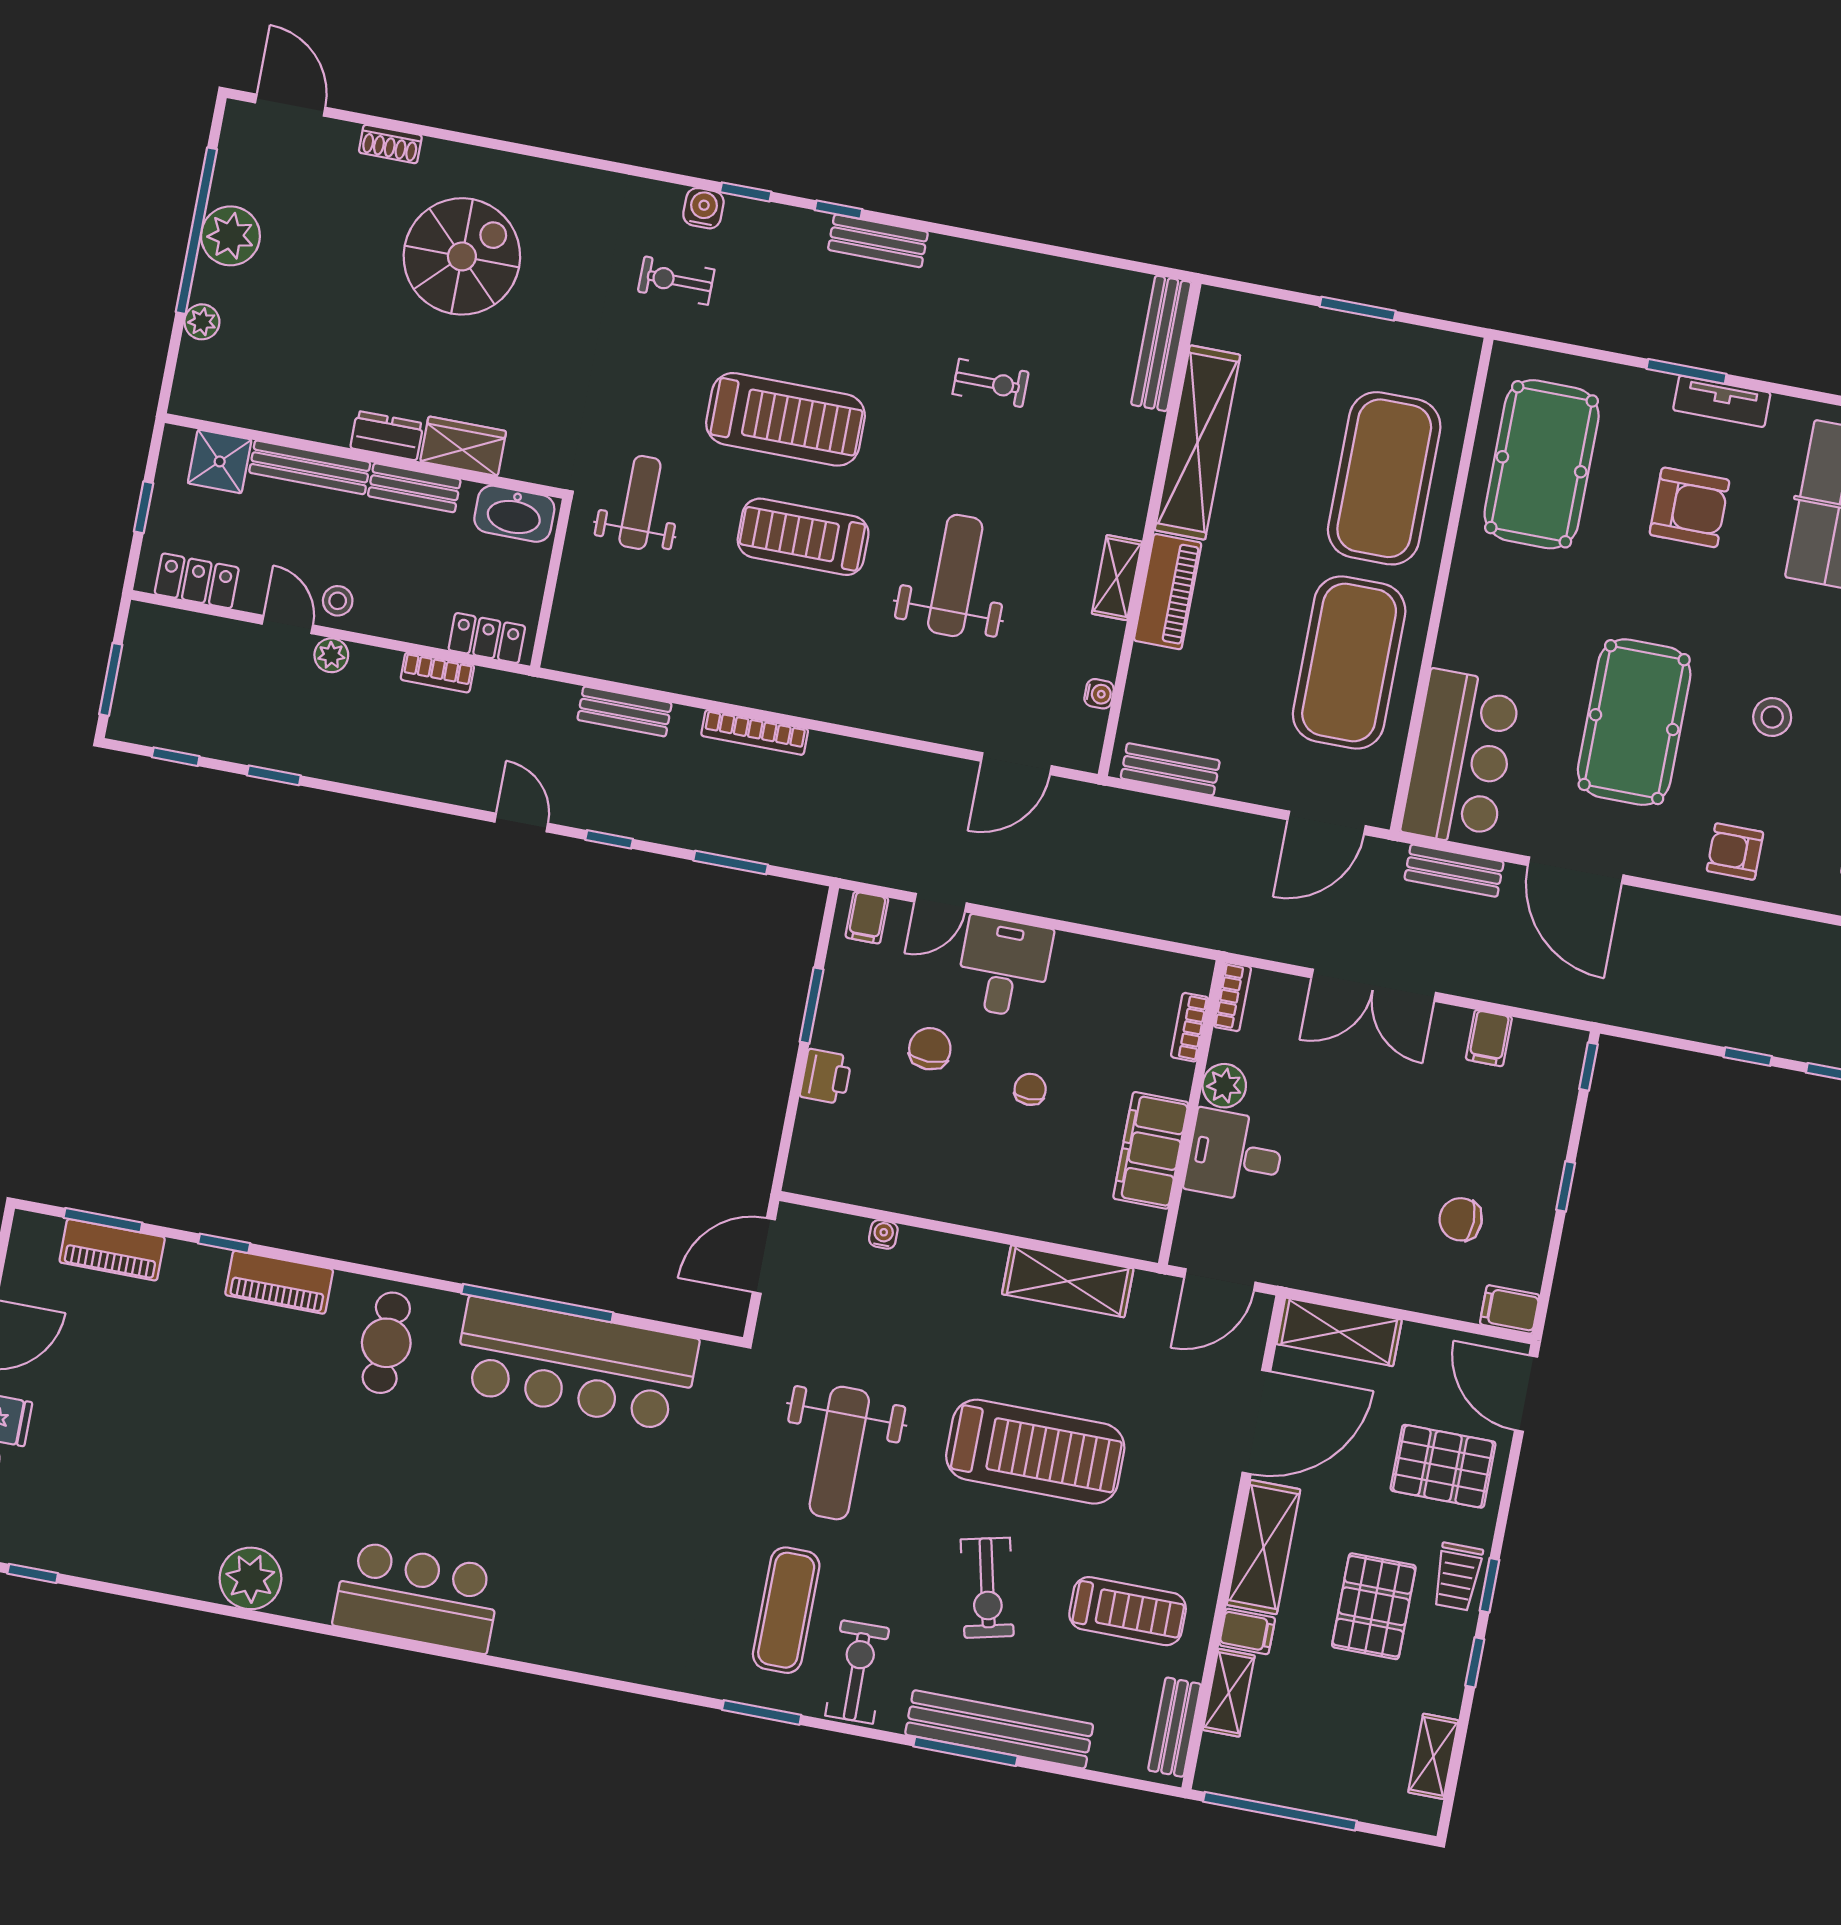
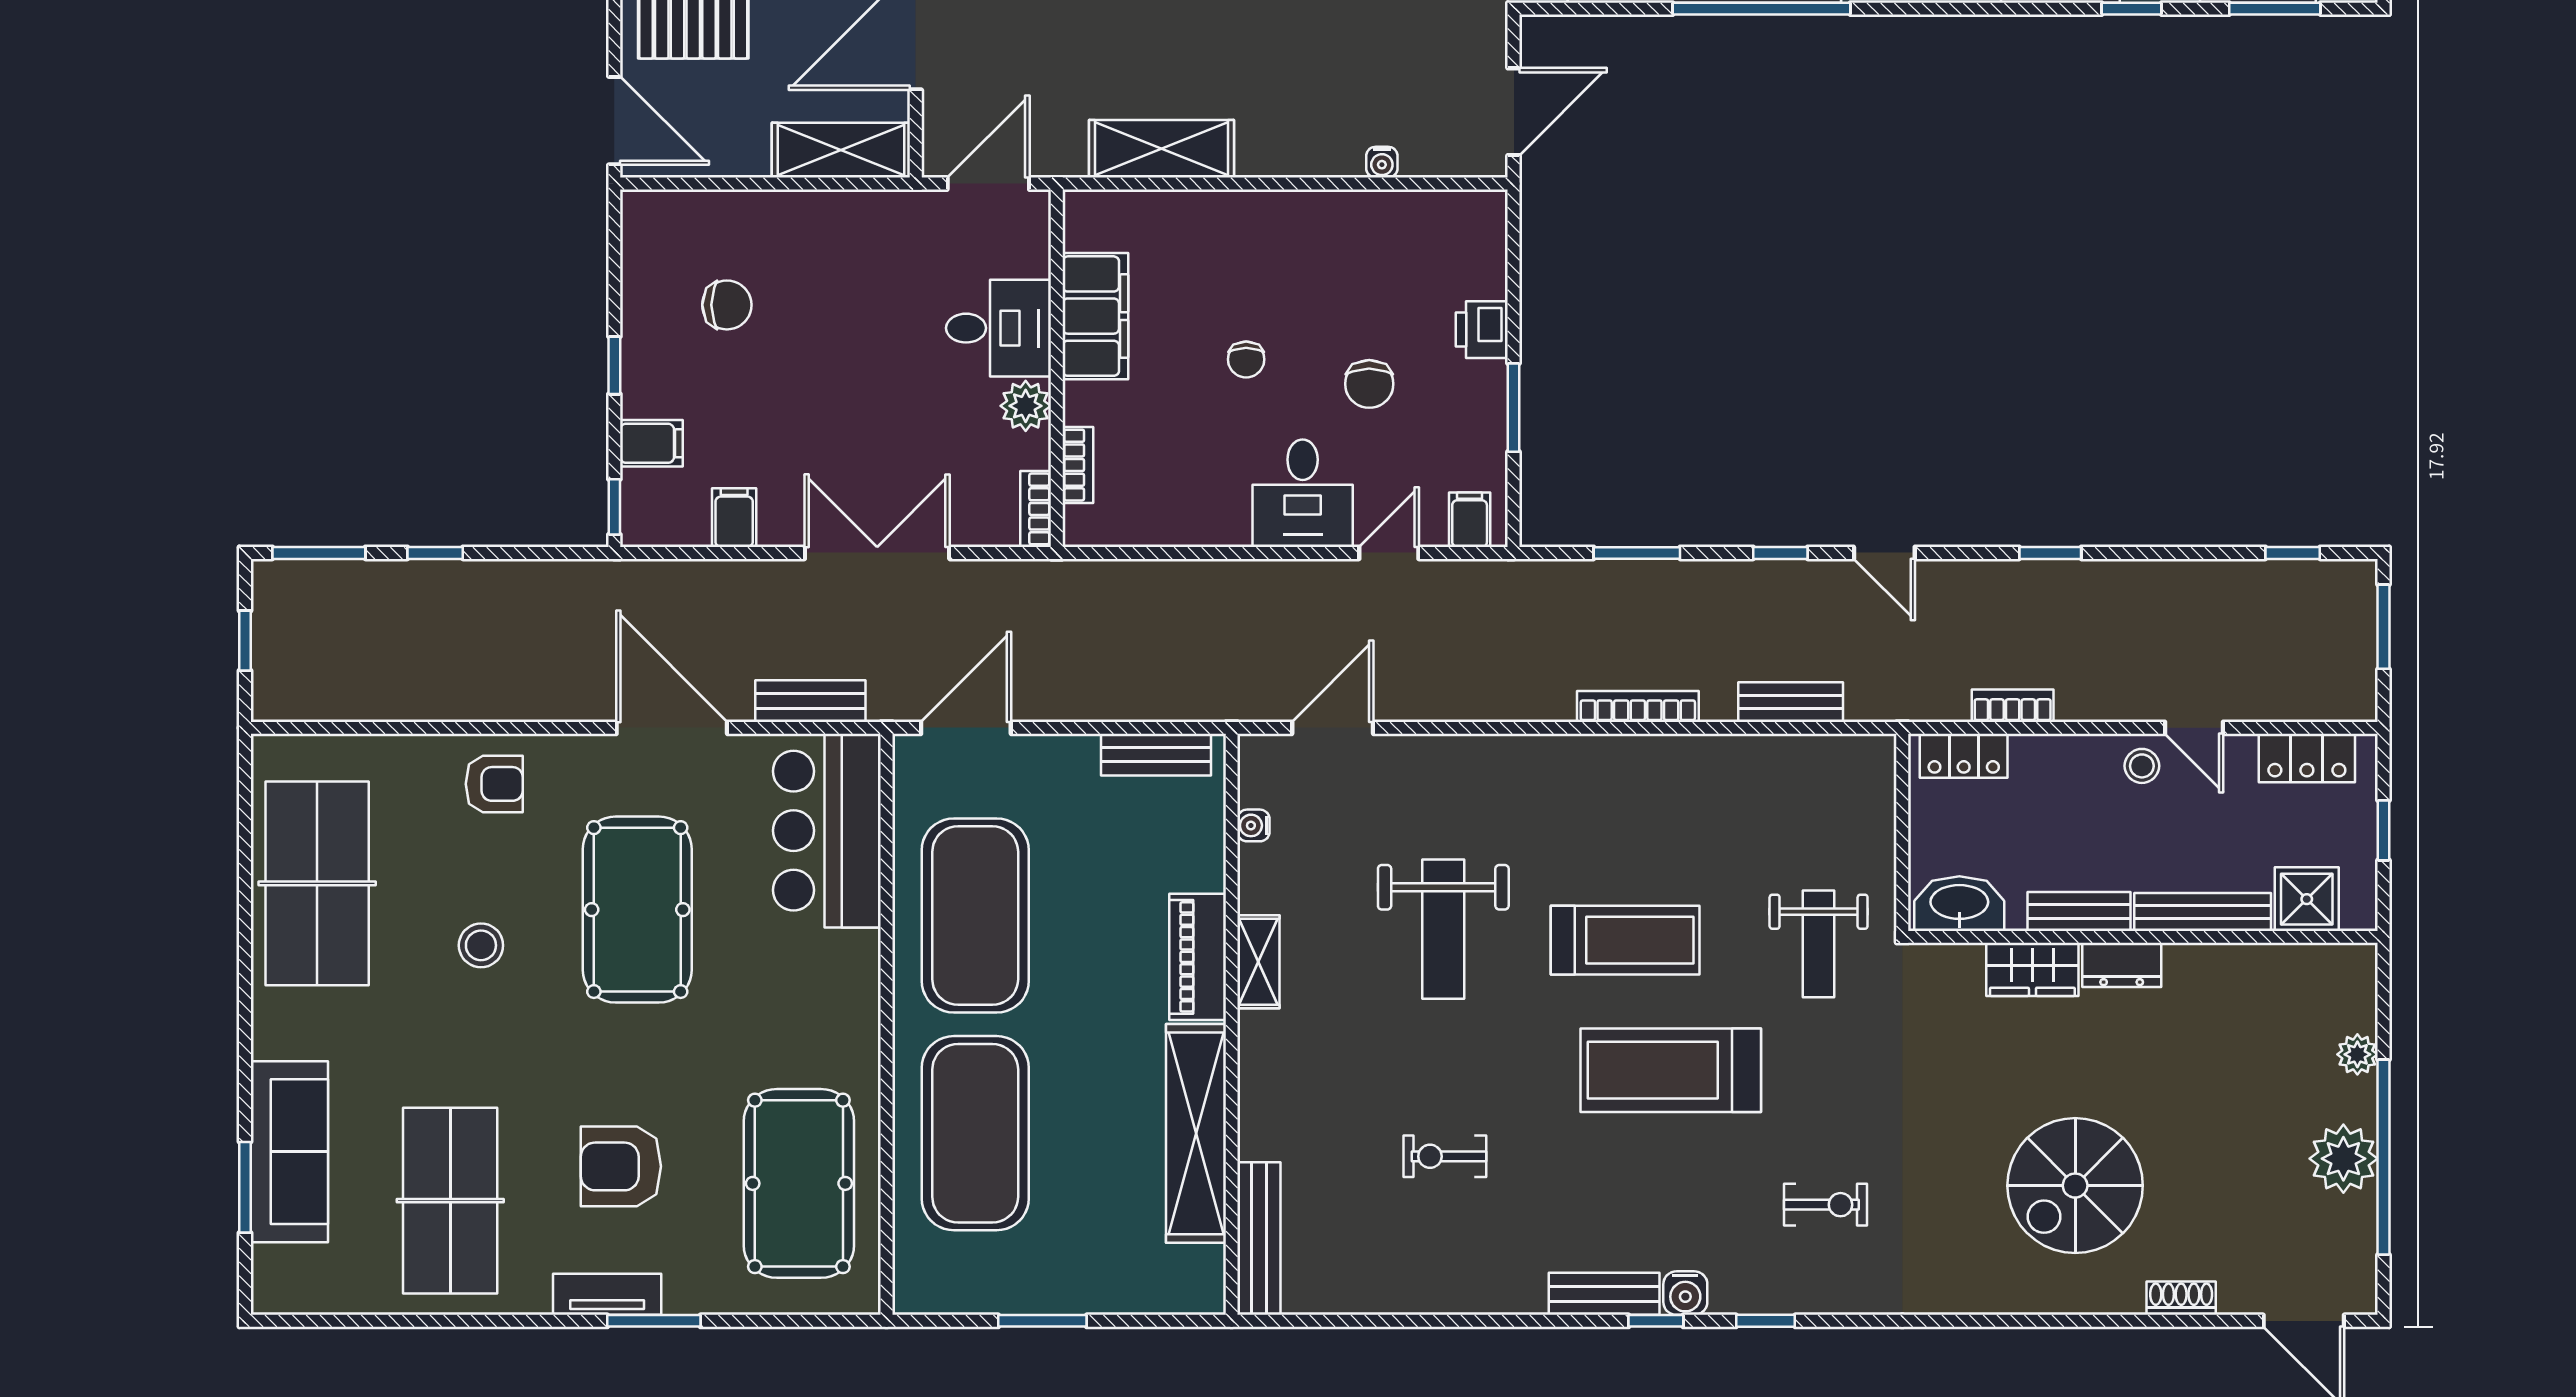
water cooler: (703, 208) -> (1685, 1293), moved
plant: (331, 655) -> (2137, 702), removed
window: (274, 775) -> (2050, 553), moved
filing cabinet: (1510, 1309) -> (651, 443), moved

